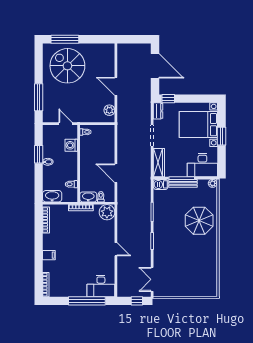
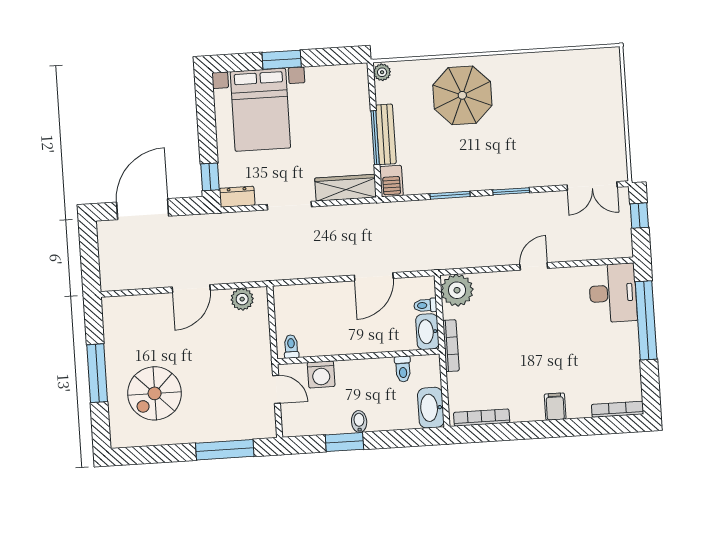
window: (65, 39) -> (97, 373), moved
spiral stairs: (67, 66) -> (155, 393), width x0.73, depth x0.73
door: (66, 124) -> (276, 389), swing flipped
desk: (202, 165) -> (345, 96), removed

